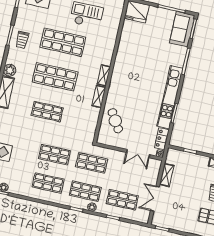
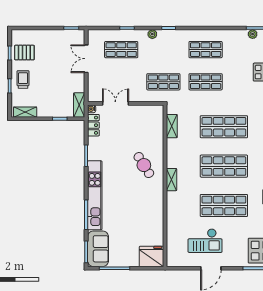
shelving: (99, 96) -> (172, 126), moved
kitchen unit: (170, 97) -> (95, 195), moved
shop shelf: (47, 111) -> (224, 127), width x1.43, depth x1.36
cafe table: (115, 121) -> (144, 165), moved
shelving: (167, 175) -> (79, 105), moved
shop shelf: (85, 191) -> (163, 50), removed
double door: (155, 199) -> (86, 59), swing flipped

